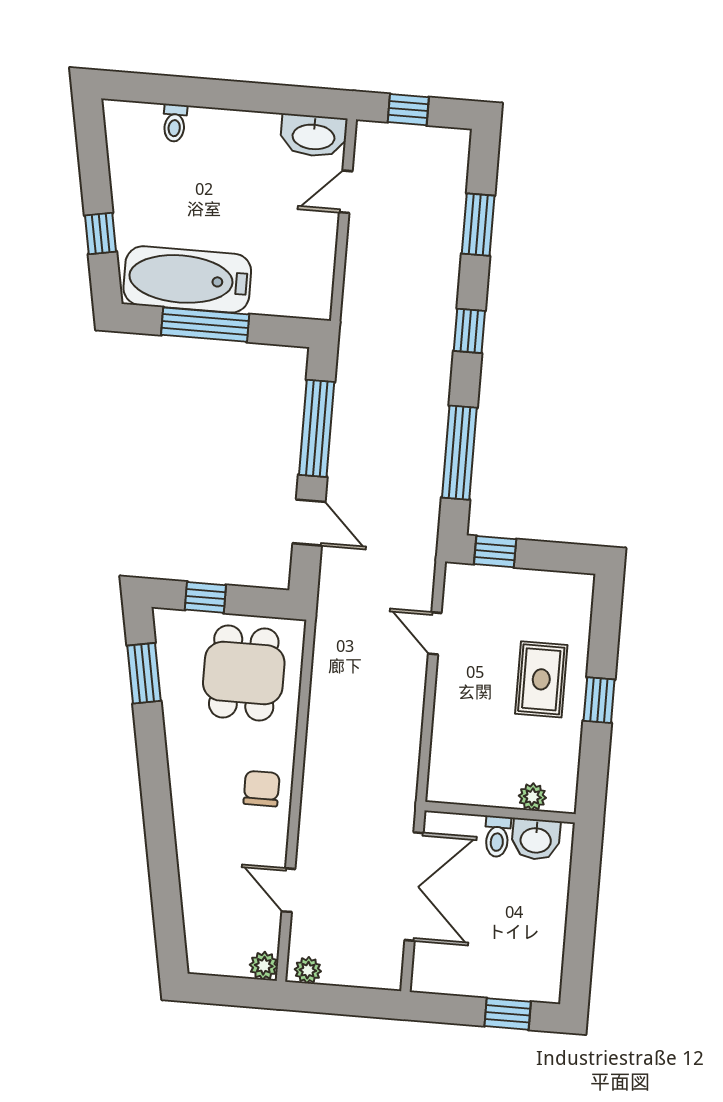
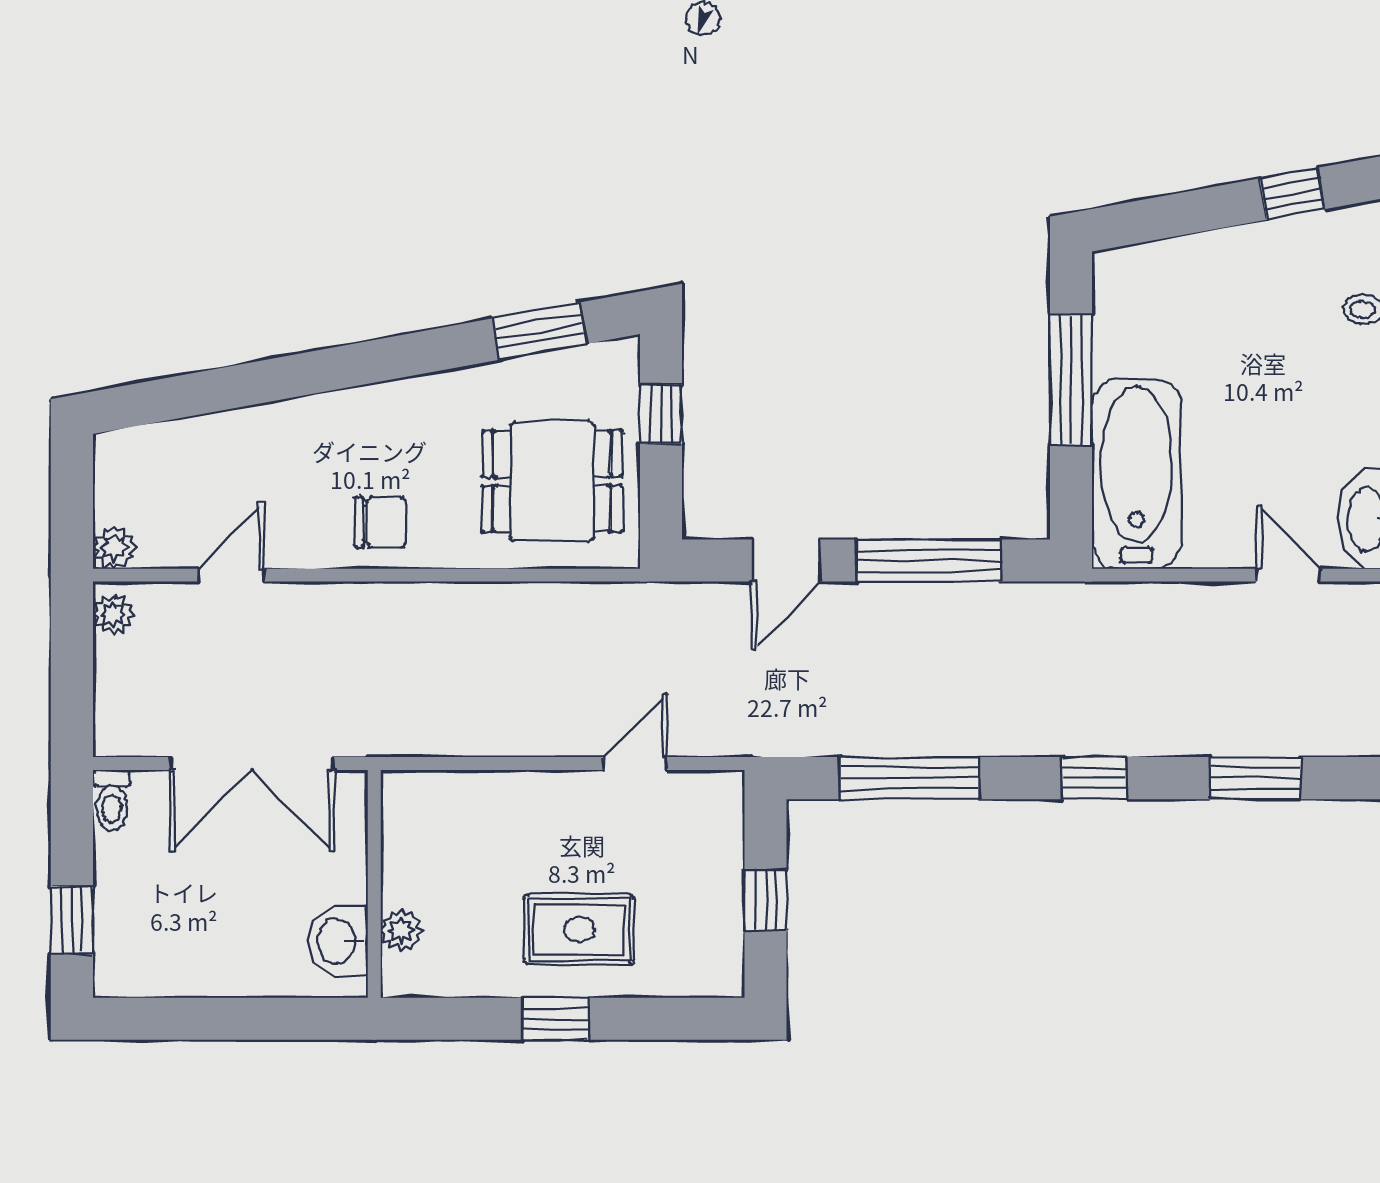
window: (101, 233) -> (1292, 194), moved
bathtub: (187, 279) -> (1137, 474), moved
window: (495, 552) -> (766, 900), moved
toilet: (497, 836) -> (112, 800), moved, turned -90

